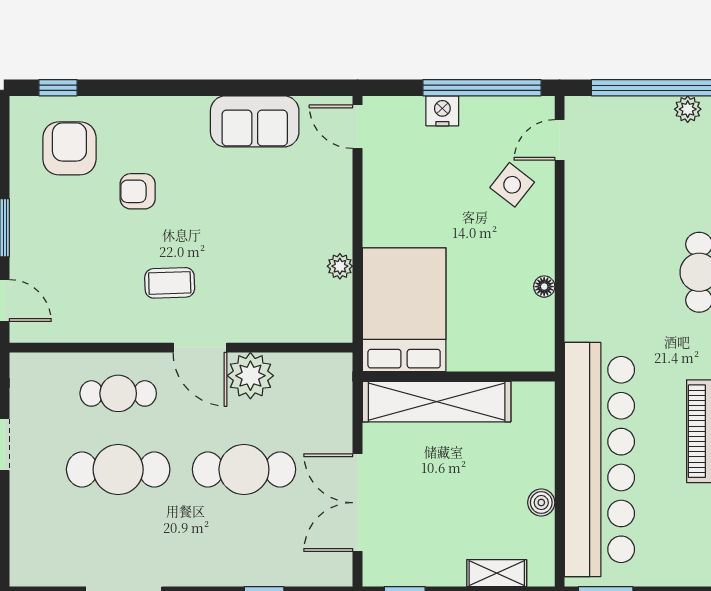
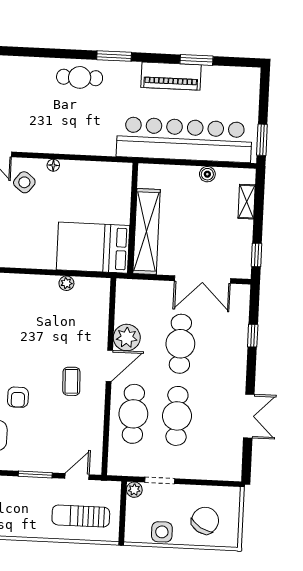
floor lamp: (544, 287) -> (53, 165), moved
cafe table: (118, 393) -> (133, 414), width x1.37, depth x1.35

